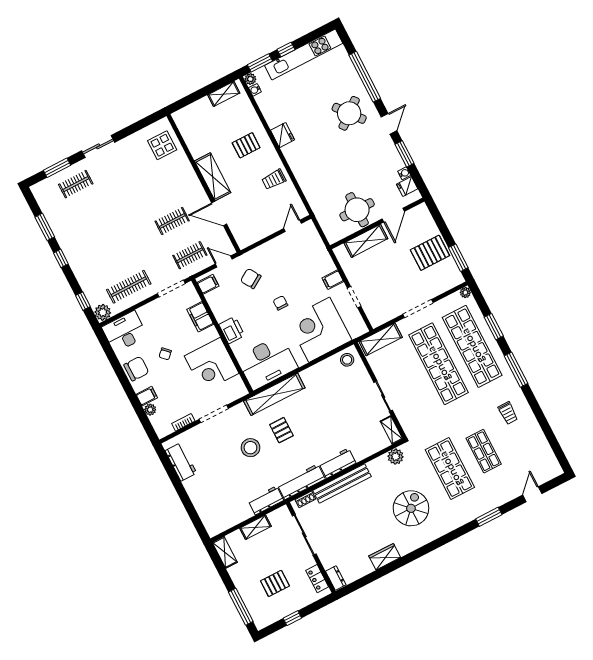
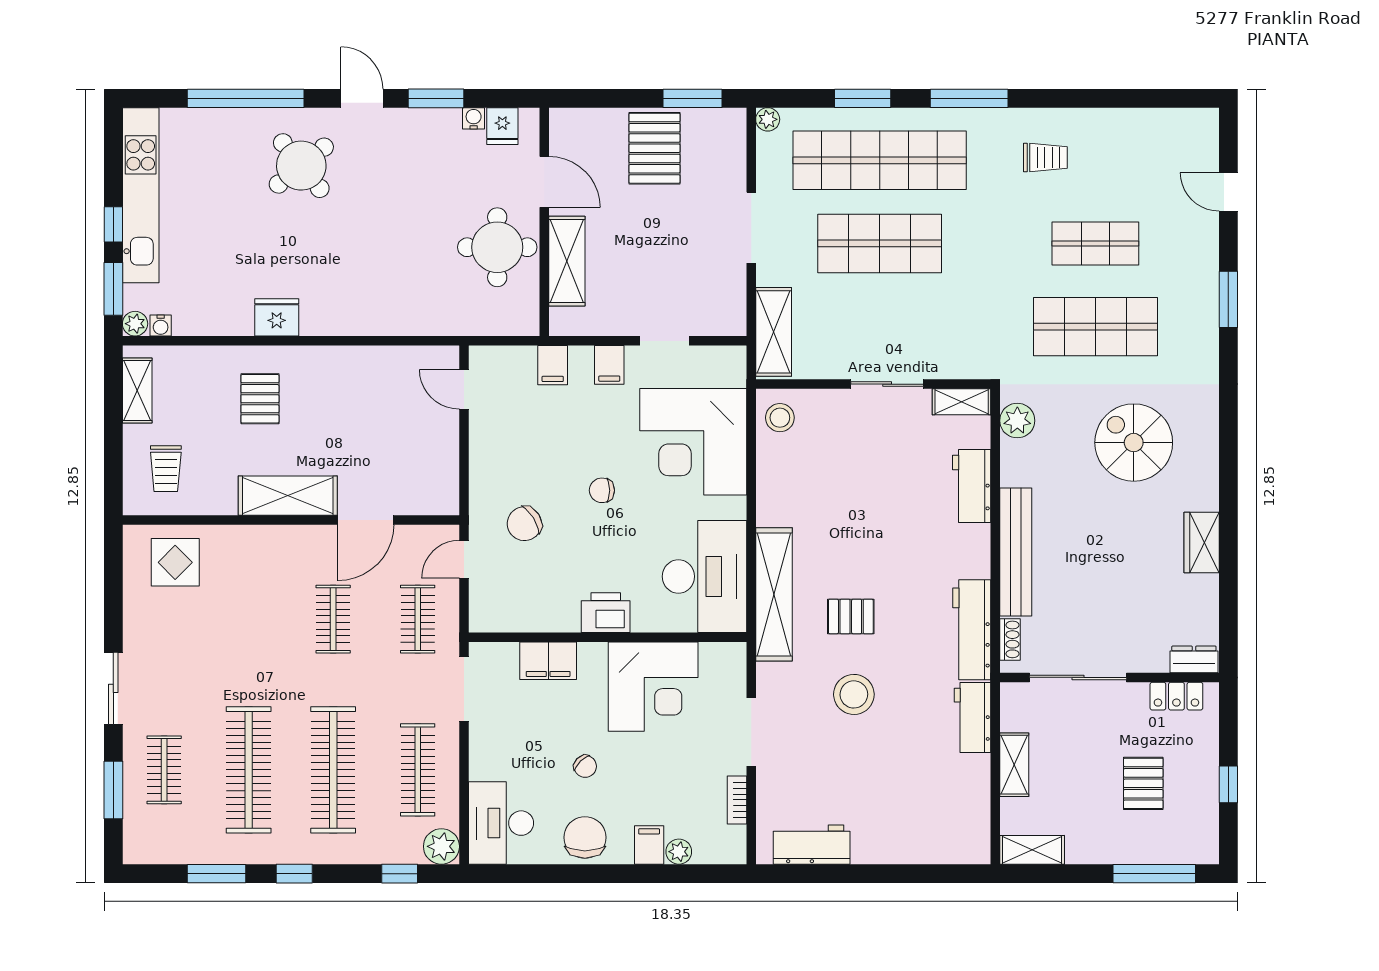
trolley: (274, 179) -> (166, 469), moved
clothes rail: (93, 218) -> (249, 770), added
clothes rail: (111, 253) -> (333, 770), added
filing cabinet: (208, 284) -> (553, 365), moved, turned 180
shop shelf: (438, 364) -> (880, 243), width x0.71
workbench: (337, 463) -> (972, 486), moved

